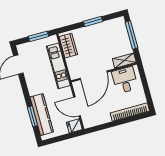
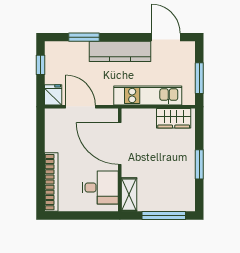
door: (77, 106) -> (81, 107), hinge flipped
kitchen counter: (42, 114) -> (120, 51), moved
window: (58, 139) -> (40, 65), added

